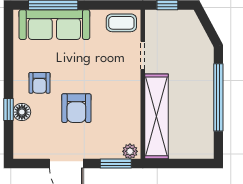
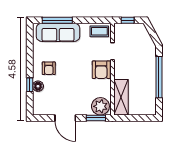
armchair: (76, 108) -> (101, 70), moved
shelving: (157, 116) -> (121, 97), width x0.68
plant: (130, 151) -> (100, 106), width x1.88, depth x1.88

